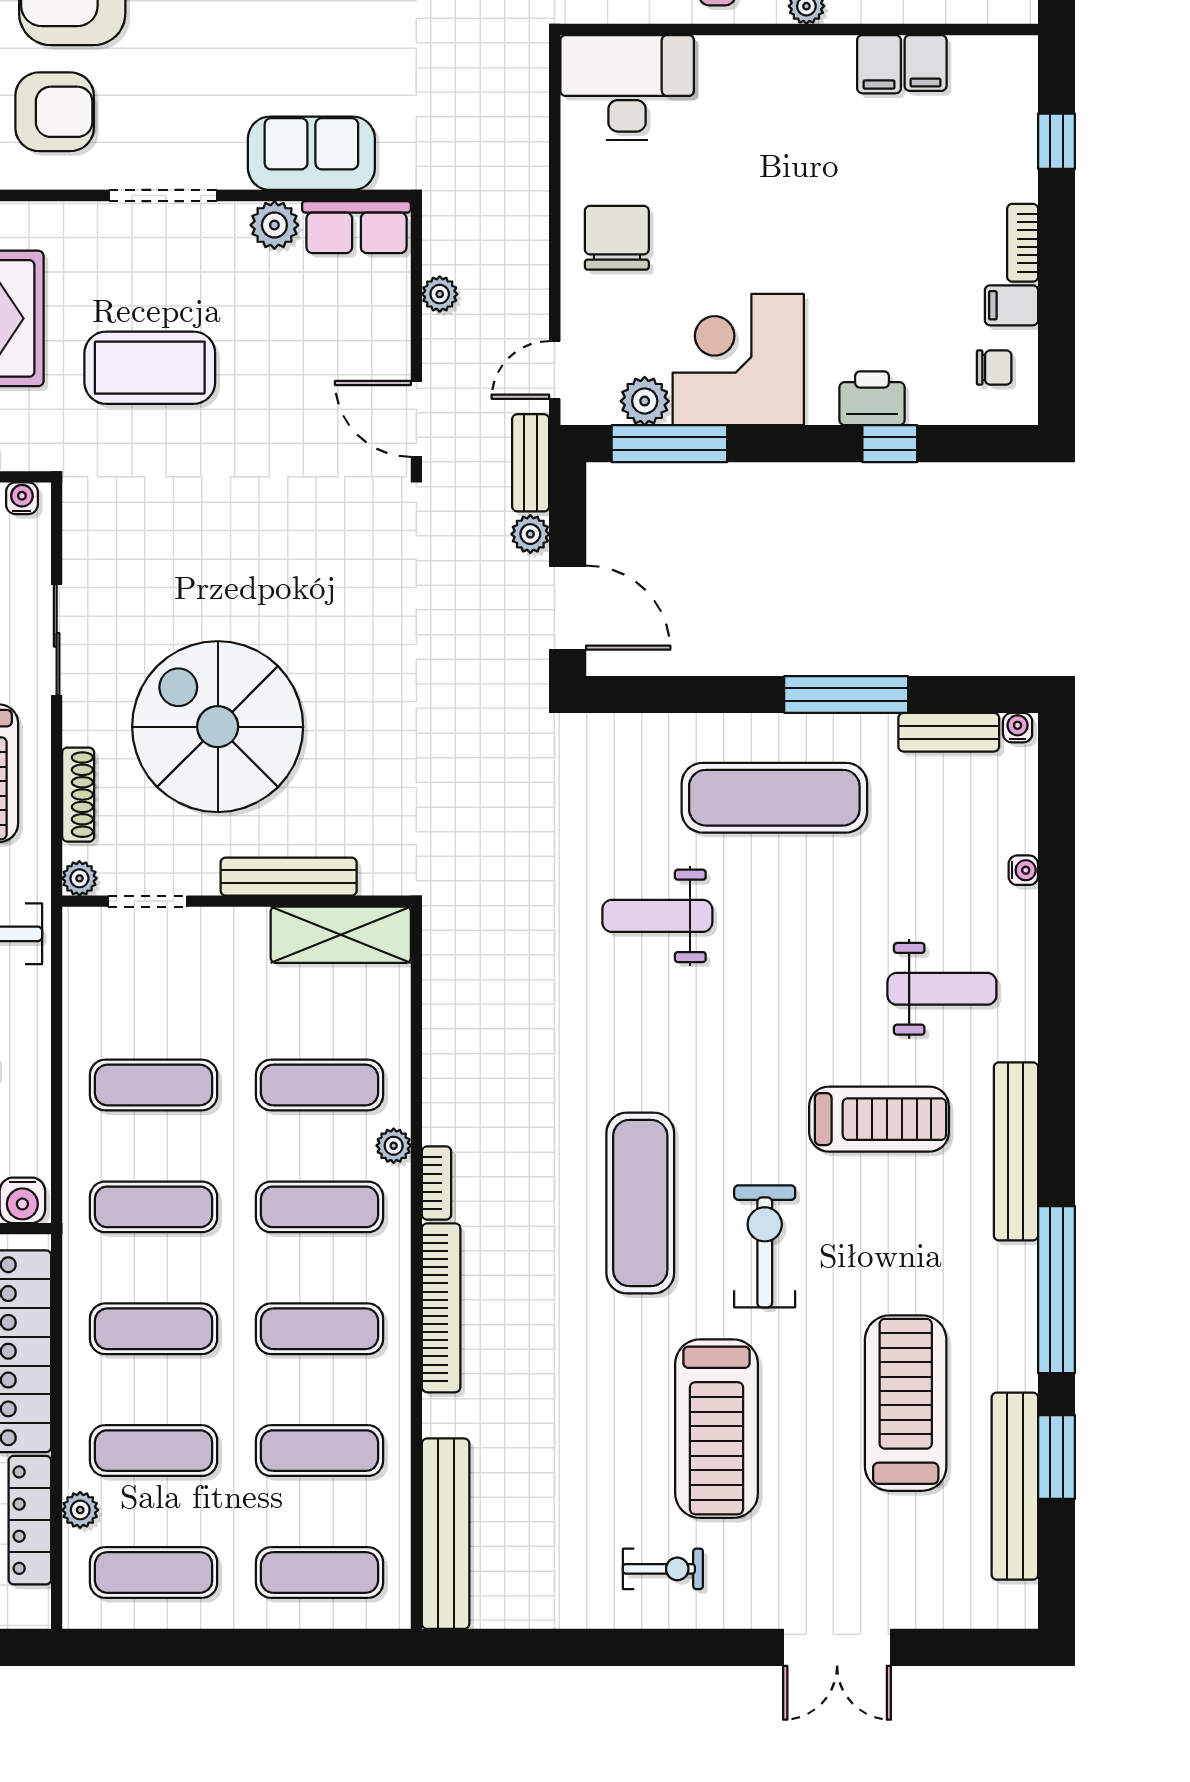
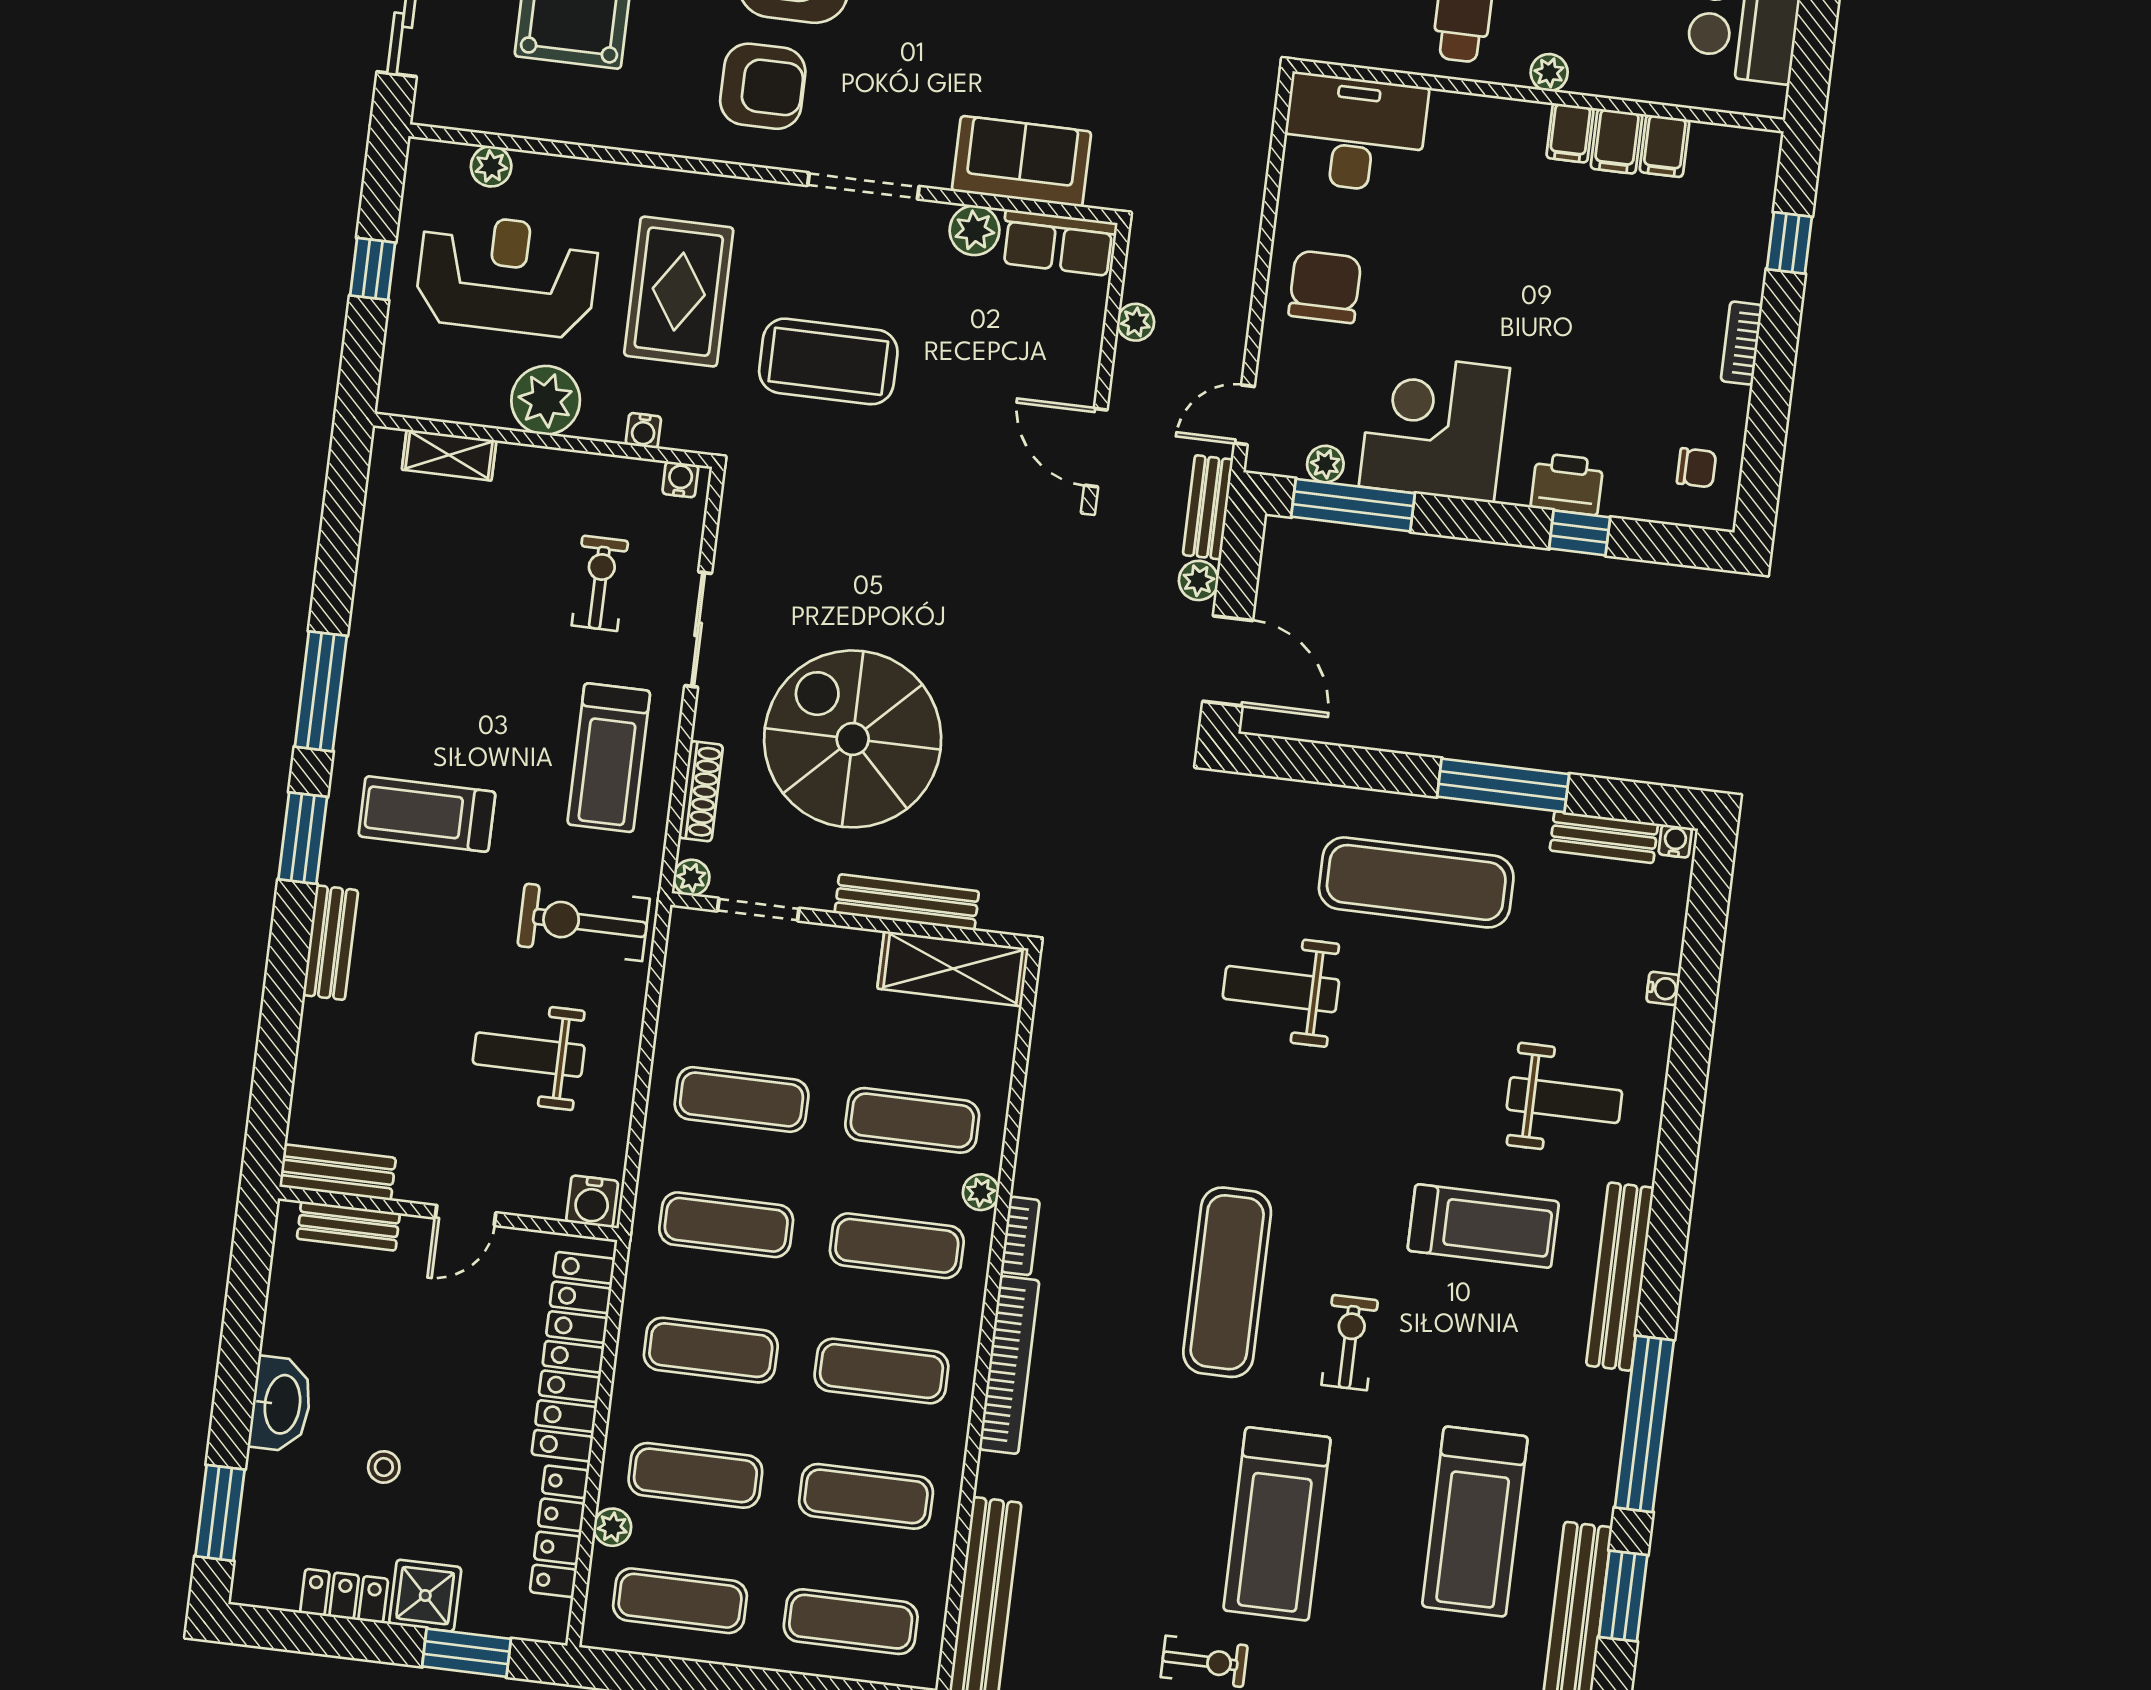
filing cabinet: (1011, 305) -> (1570, 133), moved, turned -90
plant: (645, 401) -> (1325, 464), width x0.73, depth x0.73
exercise bike: (765, 1246) -> (1350, 1343), width x0.73, depth x0.72
treadmill: (906, 1403) -> (1475, 1522), turned 180

